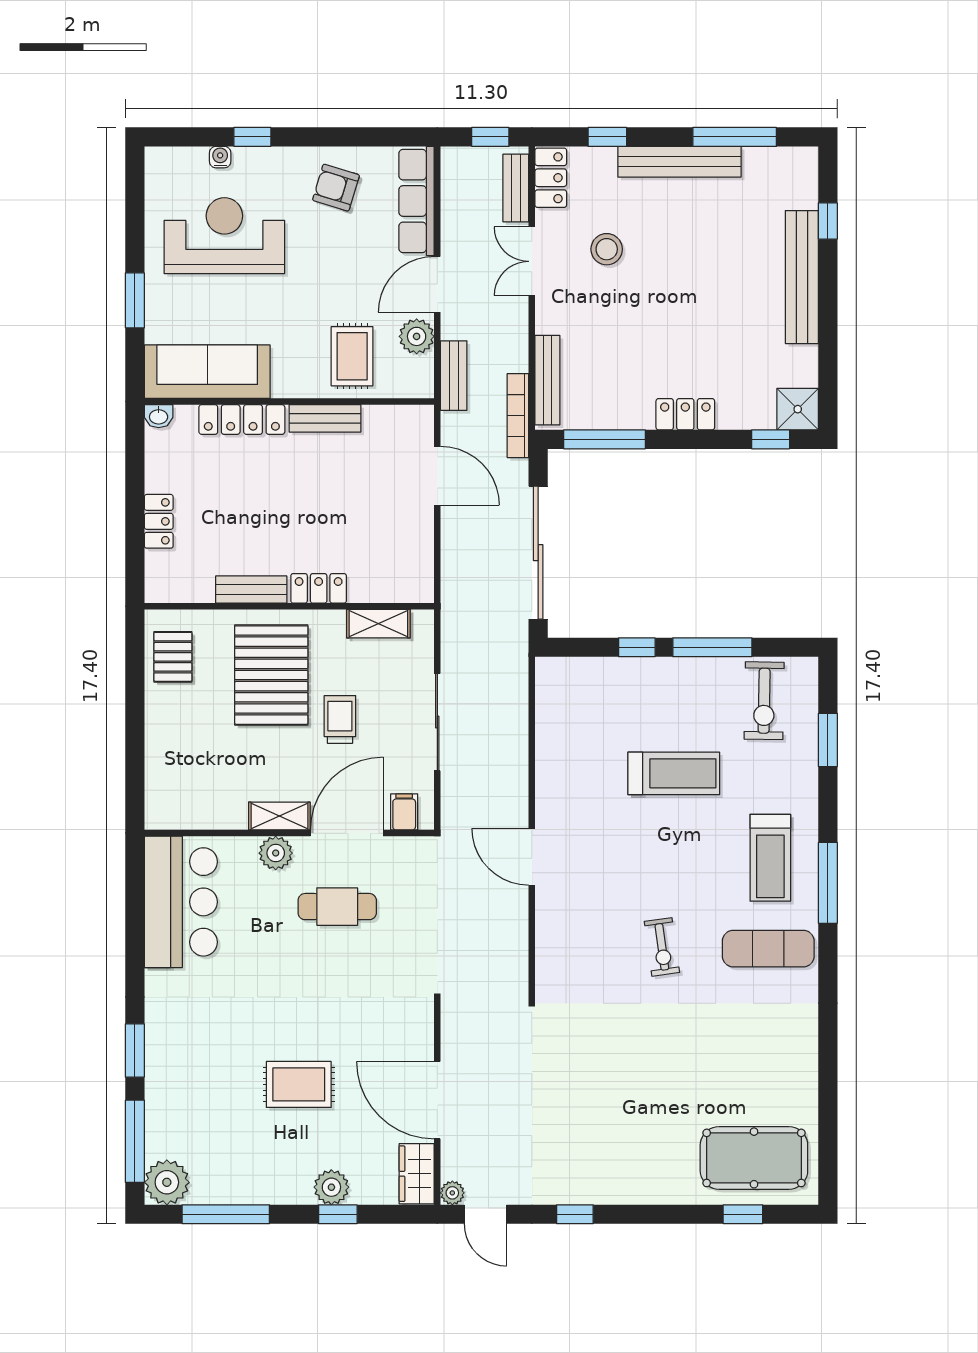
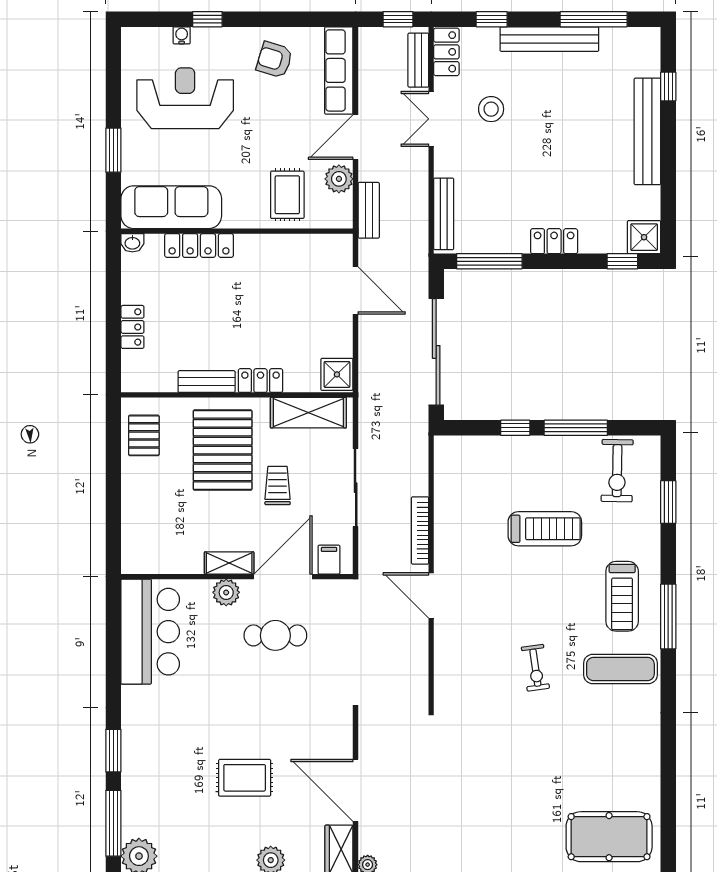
bookcase: (518, 416) -> (420, 530), moved
bench: (325, 418) -> (266, 245), removed
shower: (414, 581) -> (337, 374), added
shelving: (378, 624) -> (308, 413), width x1.50, depth x1.33

